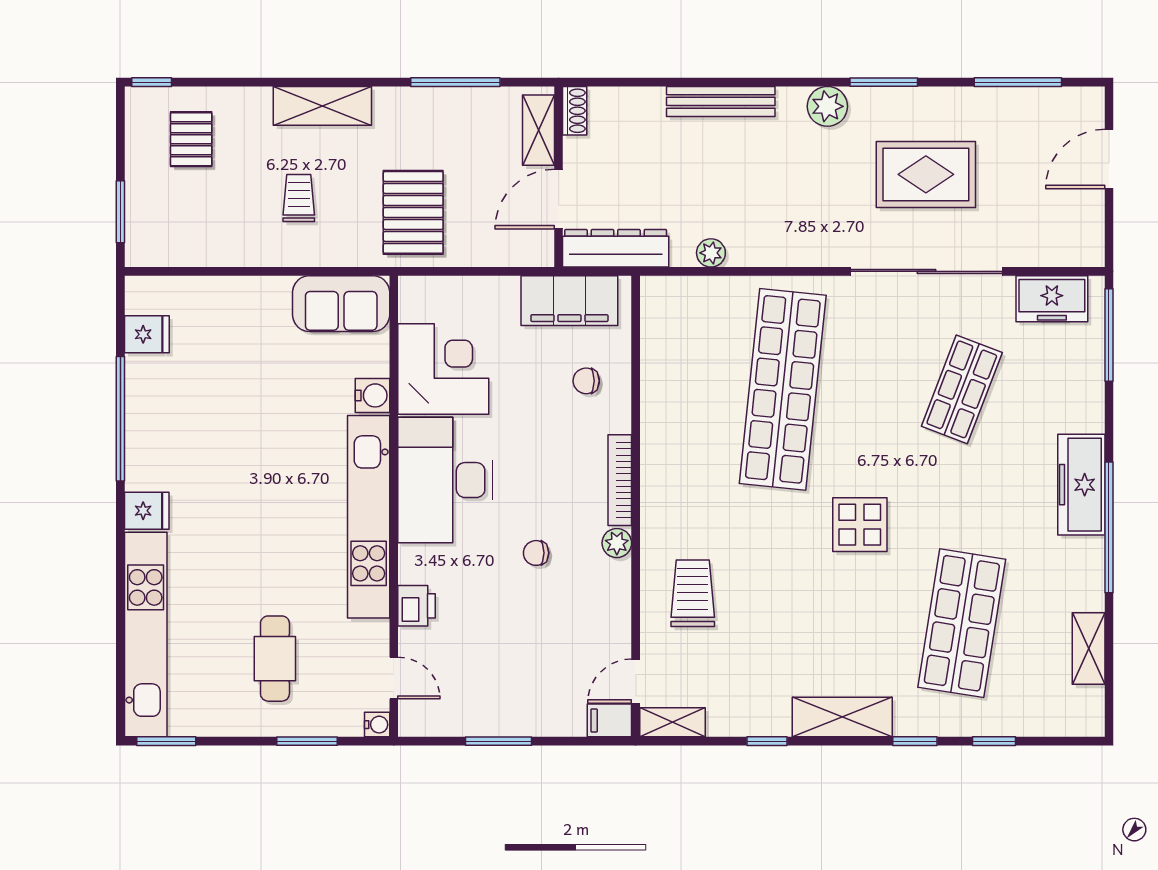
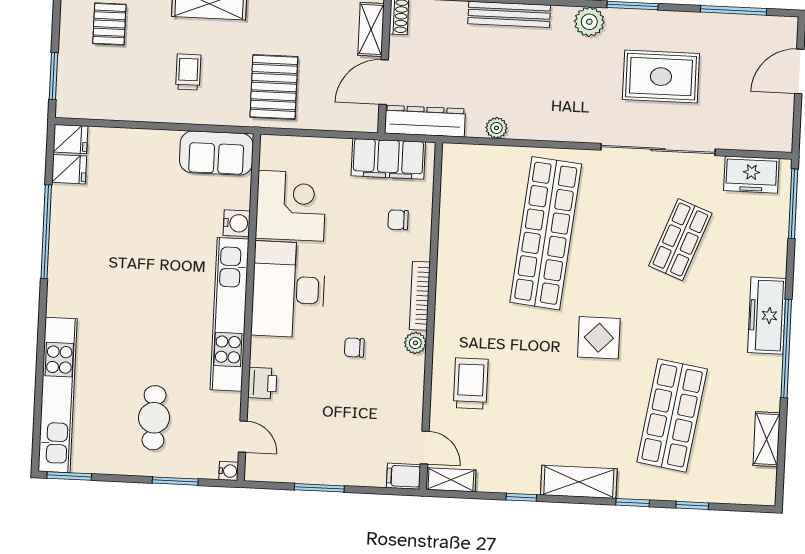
fridge: (147, 511) -> (70, 139), moved
door: (636, 681) -> (425, 447), swing flipped

